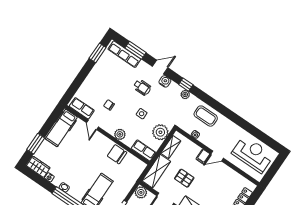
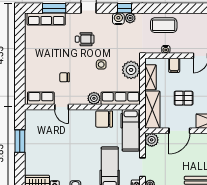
window: (98, 53) -> (20, 35), removed
water cooler: (165, 81) -> (118, 19), moved
hospital bed: (61, 128) -> (131, 130), moved
window: (36, 144) -> (20, 141), moved
row of seats: (144, 150) -> (121, 98), width x1.48
filing cabinet: (203, 157) -> (174, 65), moved

